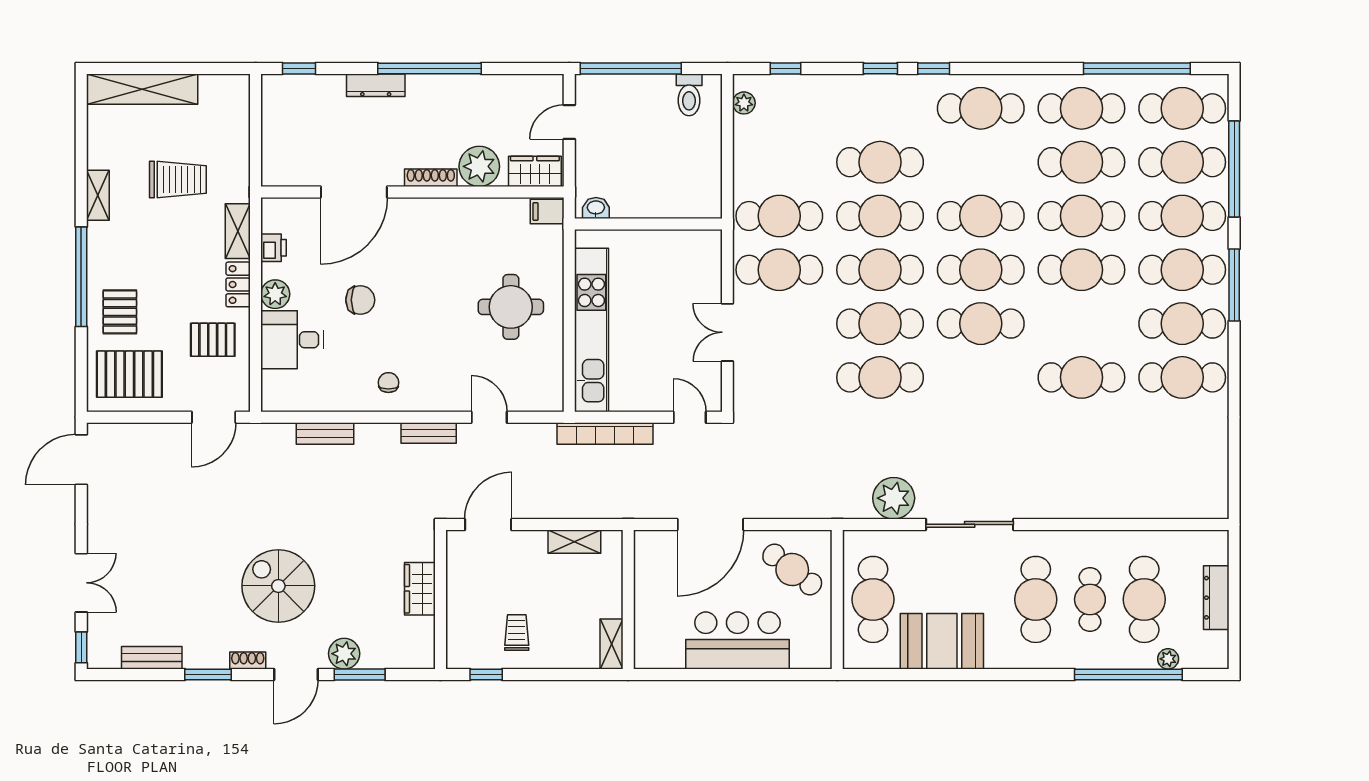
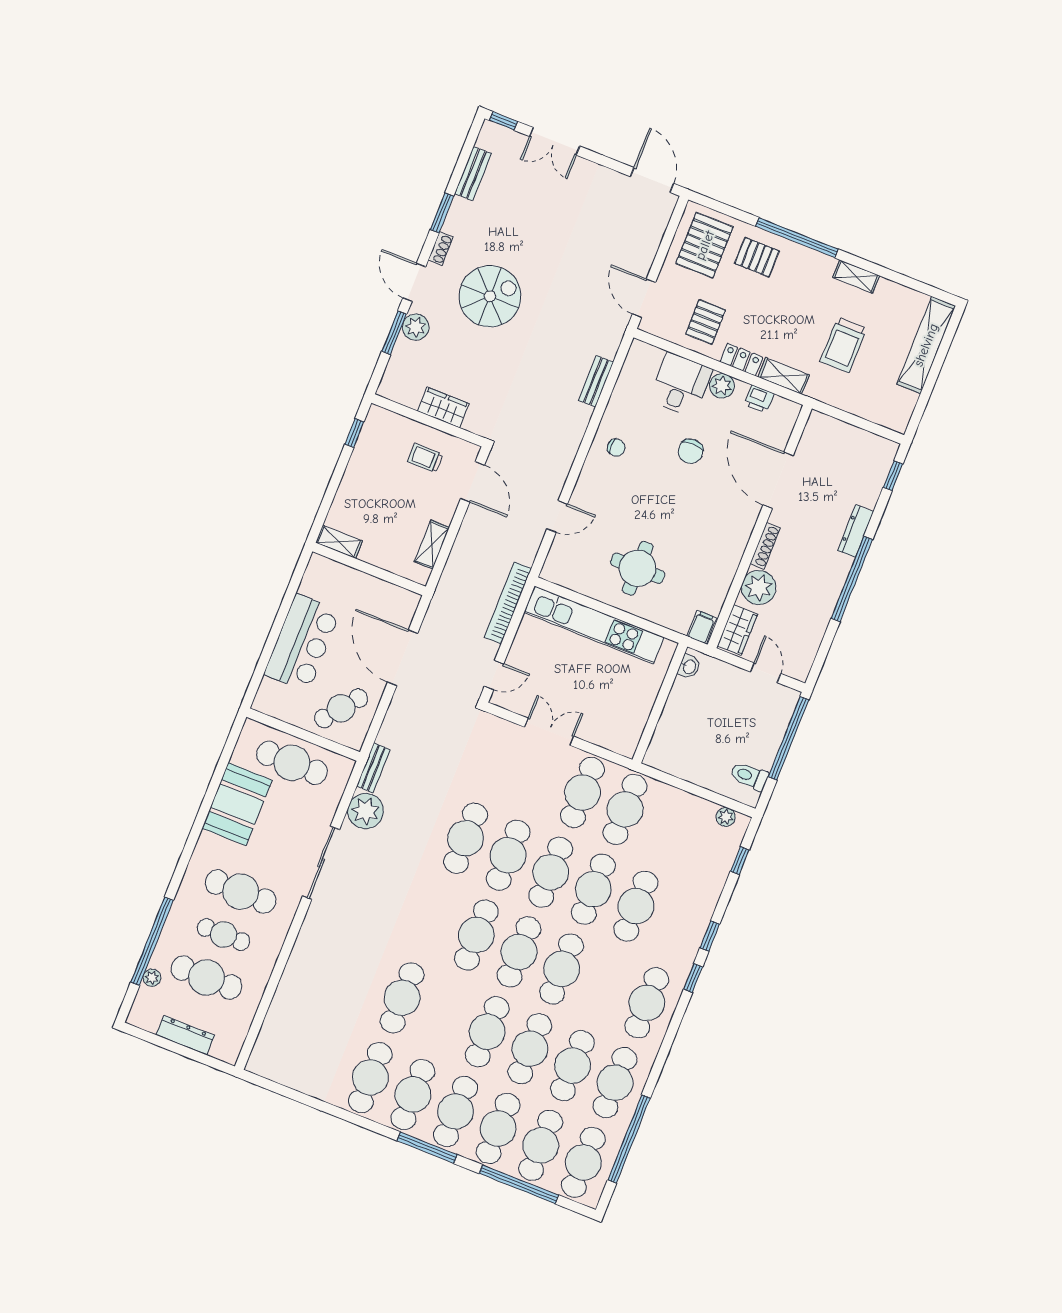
bench: (429, 433) -> (373, 768), moved
trolley: (517, 632) -> (425, 458), moved, turned 180

